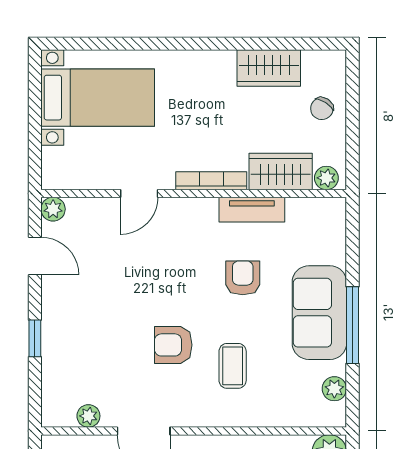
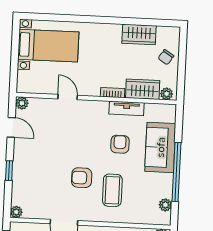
bookcase: (211, 181) -> (113, 93), width x0.64
door: (139, 193) -> (68, 97), swing flipped
sofa: (319, 313) -> (160, 147), moved
window: (353, 325) -> (177, 172), width x1.46
coffee table: (233, 366) -> (112, 190), width x1.36, depth x1.30
plant: (88, 416) -> (16, 212), moved

